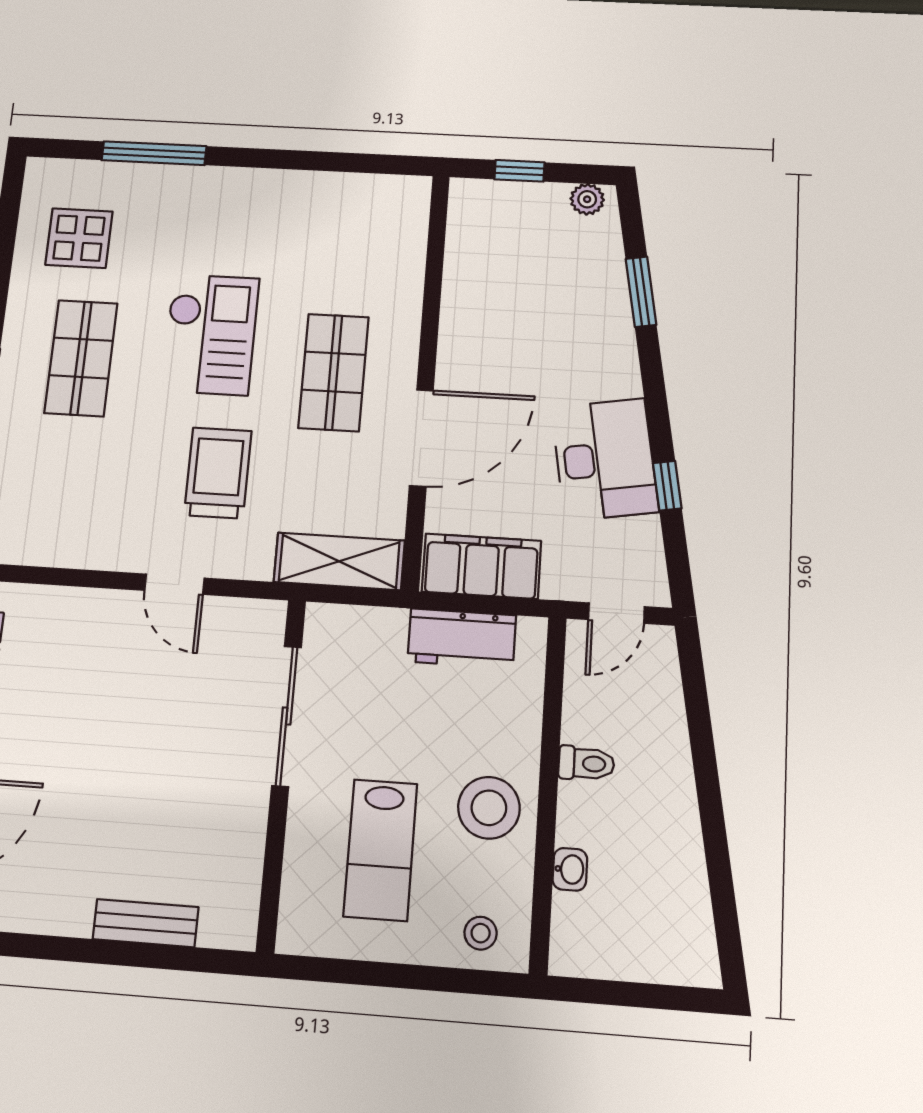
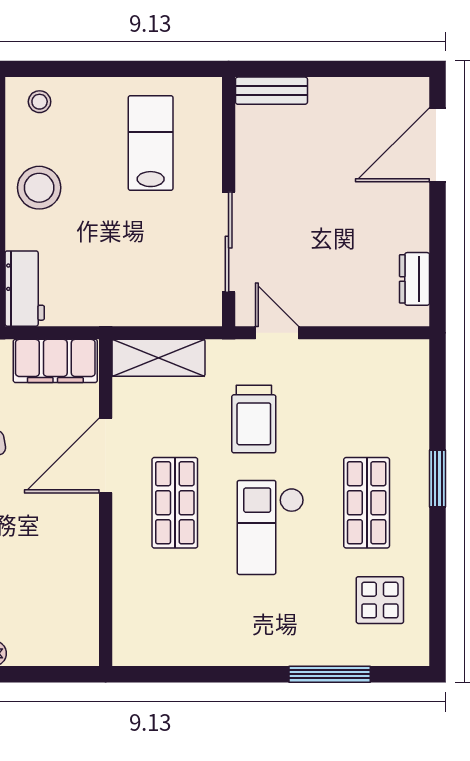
window: (520, 171) -> (46, 674), removed
workbench: (462, 638) -> (25, 289), moved, turned 90
sliding door: (287, 716) -> (229, 242), moved
wall: (281, 773) -> (229, 202), moved
lab bench: (380, 850) -> (151, 143), moved

